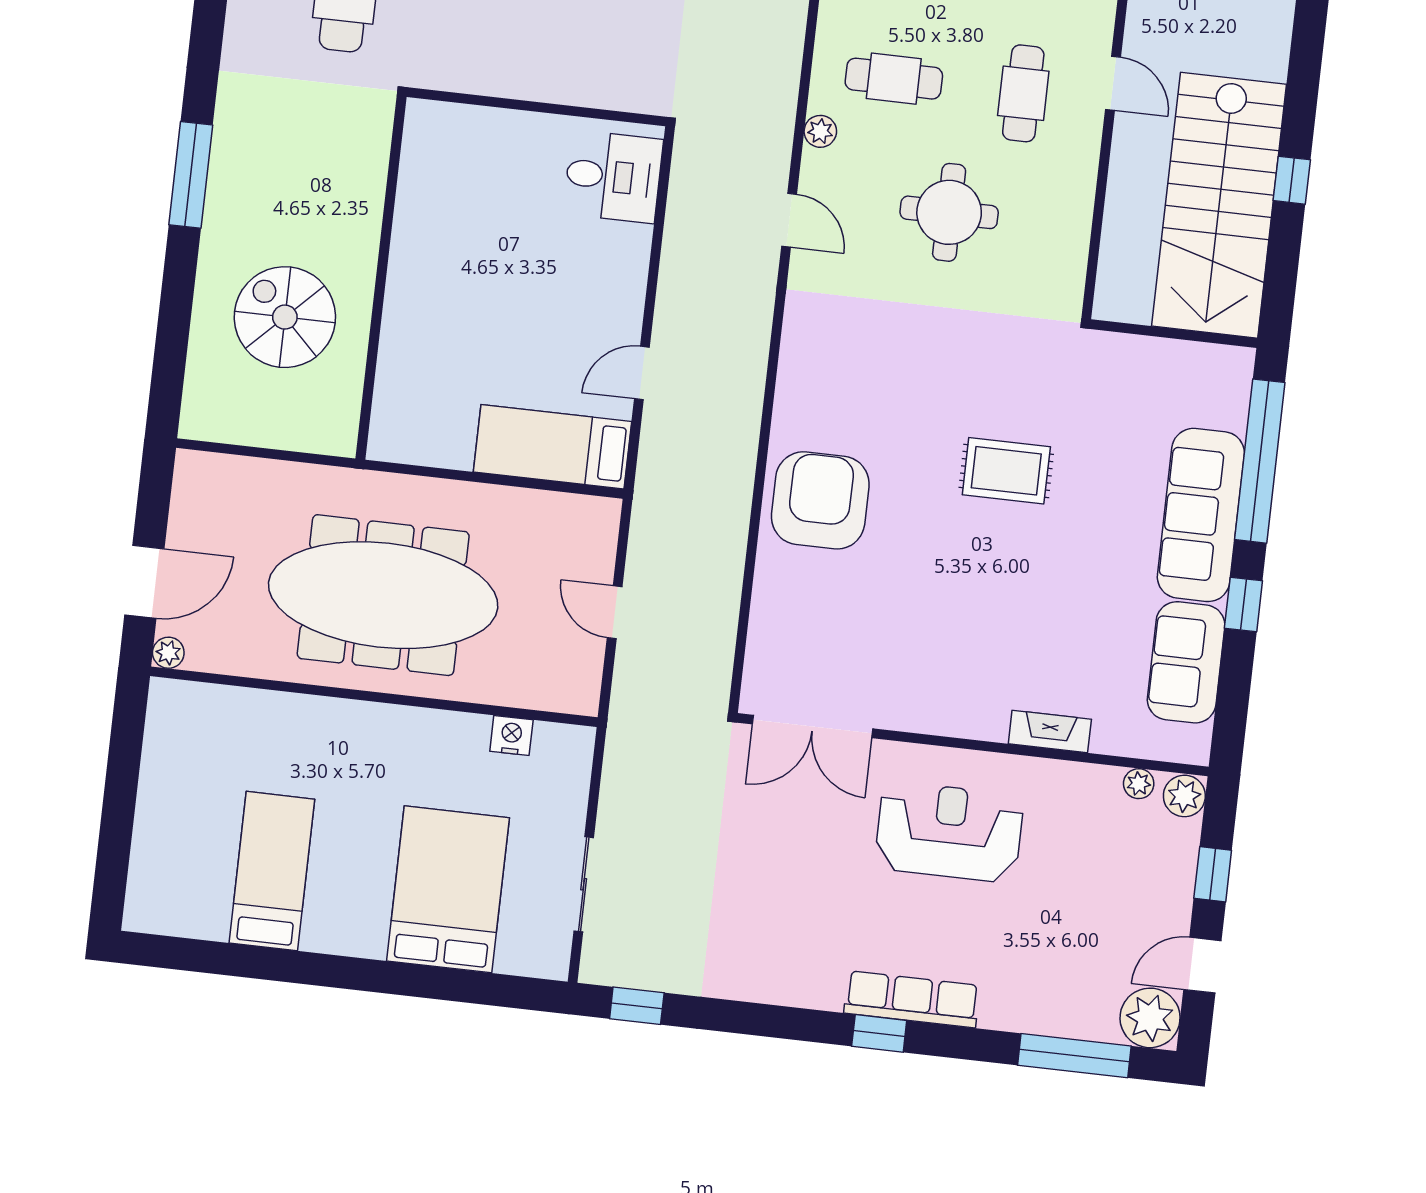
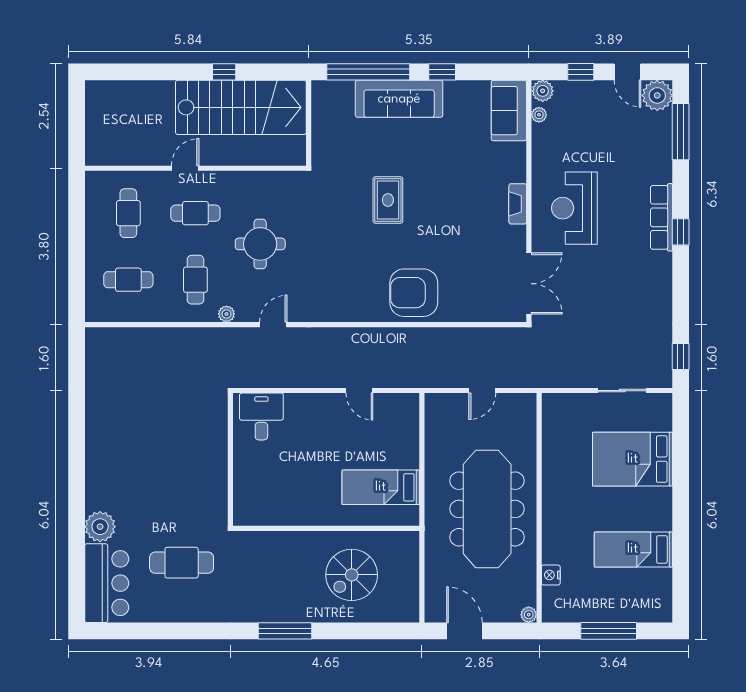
bed: (552, 447) -> (381, 487), moved, turned 90
door: (144, 582) -> (464, 631), moved
sofa: (1186, 662) -> (509, 111), moved, turned 90
fireplace: (1050, 731) -> (518, 204), moved
nightstand: (511, 736) -> (551, 575), moved
window: (119, 805) -> (609, 631), added

